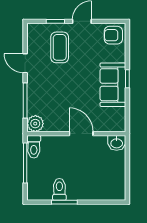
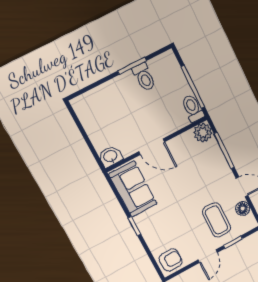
floor lamp: (33, 45) -> (243, 208), added
sofa: (113, 85) -> (133, 189), moved

